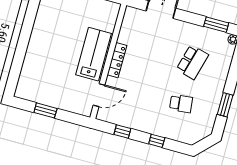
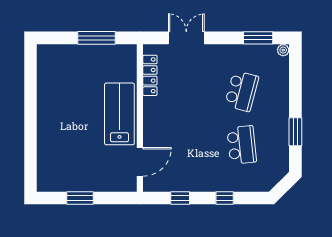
locker: (117, 60) -> (150, 75), moved
school desk: (181, 104) -> (242, 145), width x1.85

